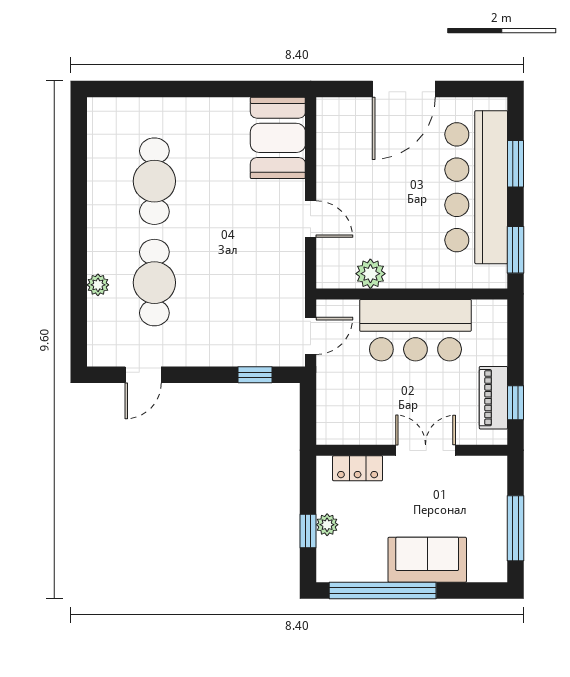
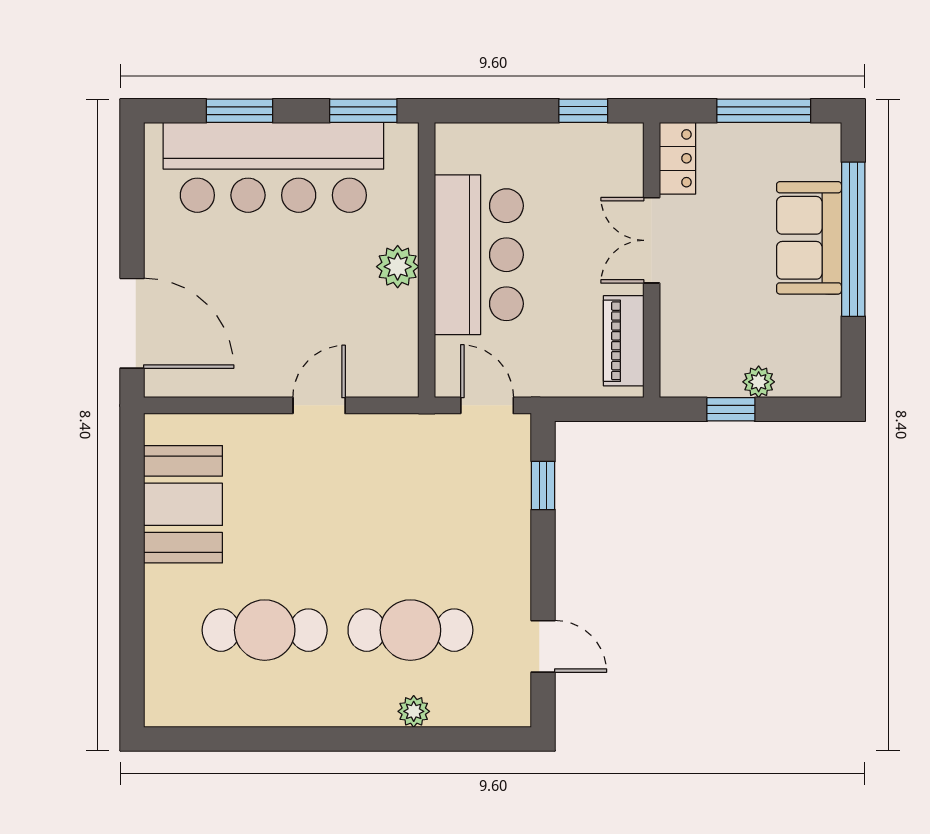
door: (404, 89) -> (132, 323), moved
booth: (278, 138) -> (183, 504), moved, turned 90
plant: (370, 274) -> (398, 267), moved
piano: (493, 398) -> (624, 341), moved, turned 90
locker: (358, 468) -> (677, 158), moved
window: (308, 531) -> (731, 409), moved
window: (383, 590) -> (853, 239), moved

